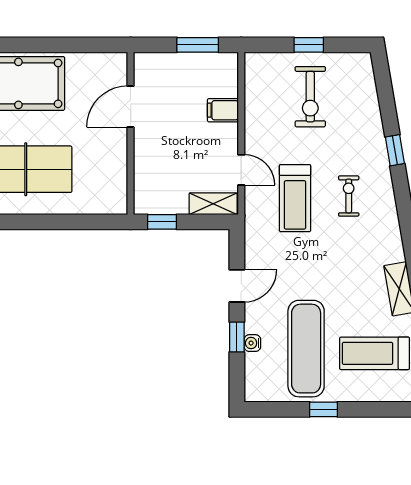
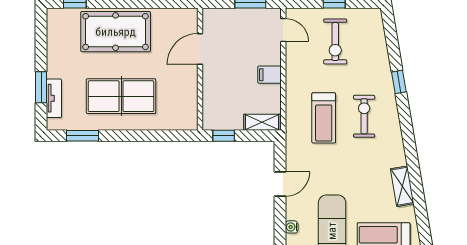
filing cabinet: (223, 110) -> (269, 75), moved
door: (241, 170) -> (283, 30), moved
exercise bike: (349, 196) -> (364, 116), width x1.38, depth x1.39
window: (237, 337) -> (280, 222), removed

